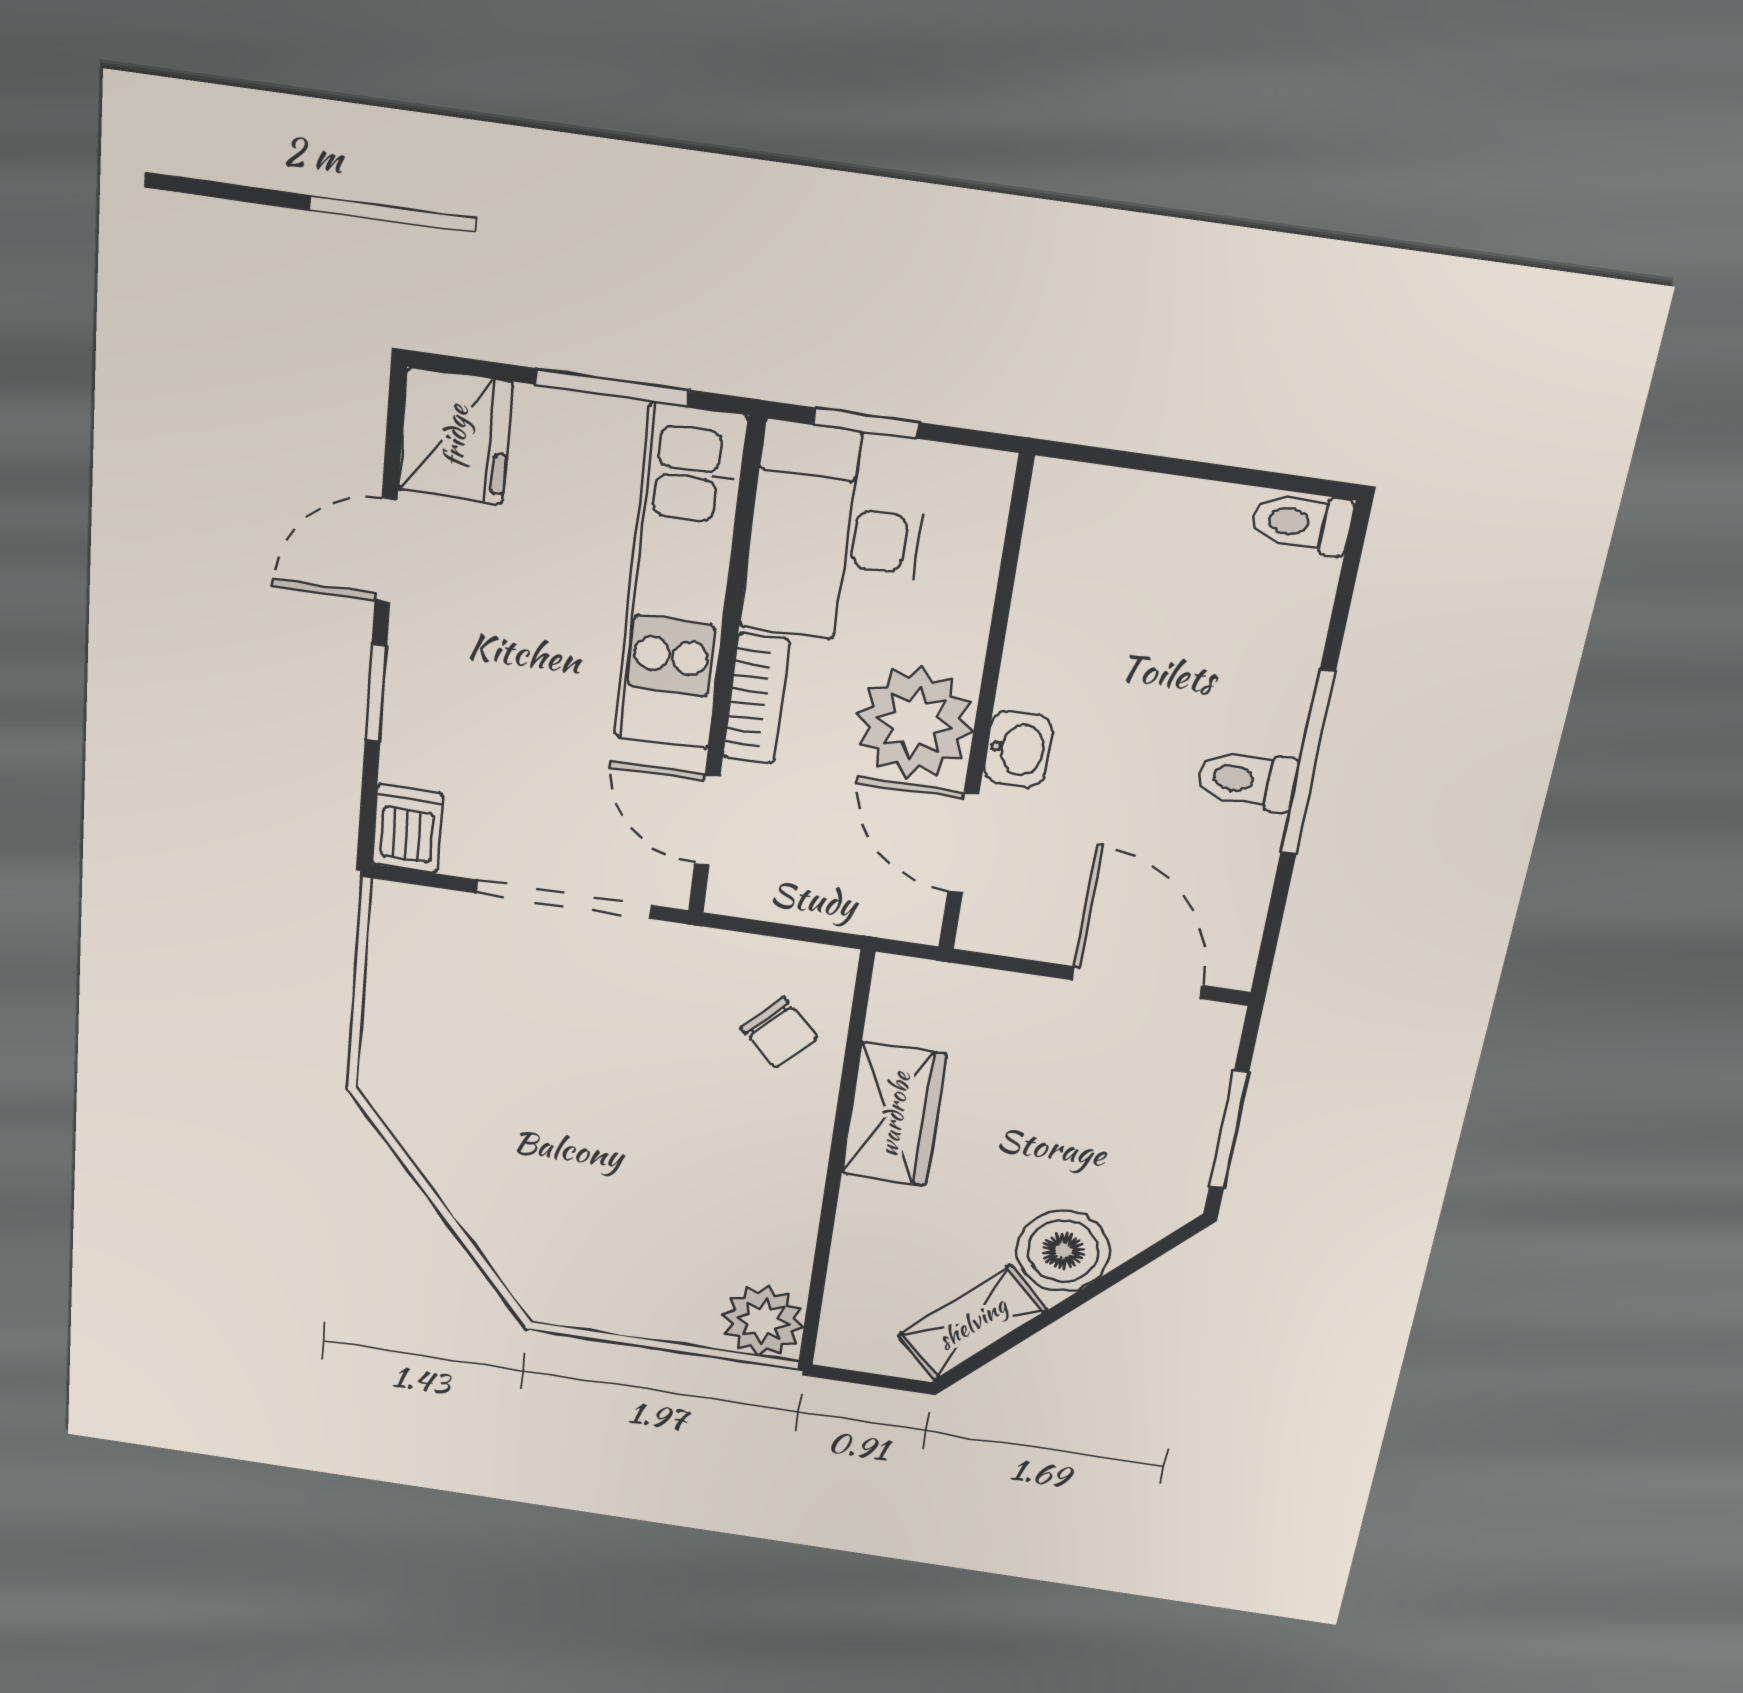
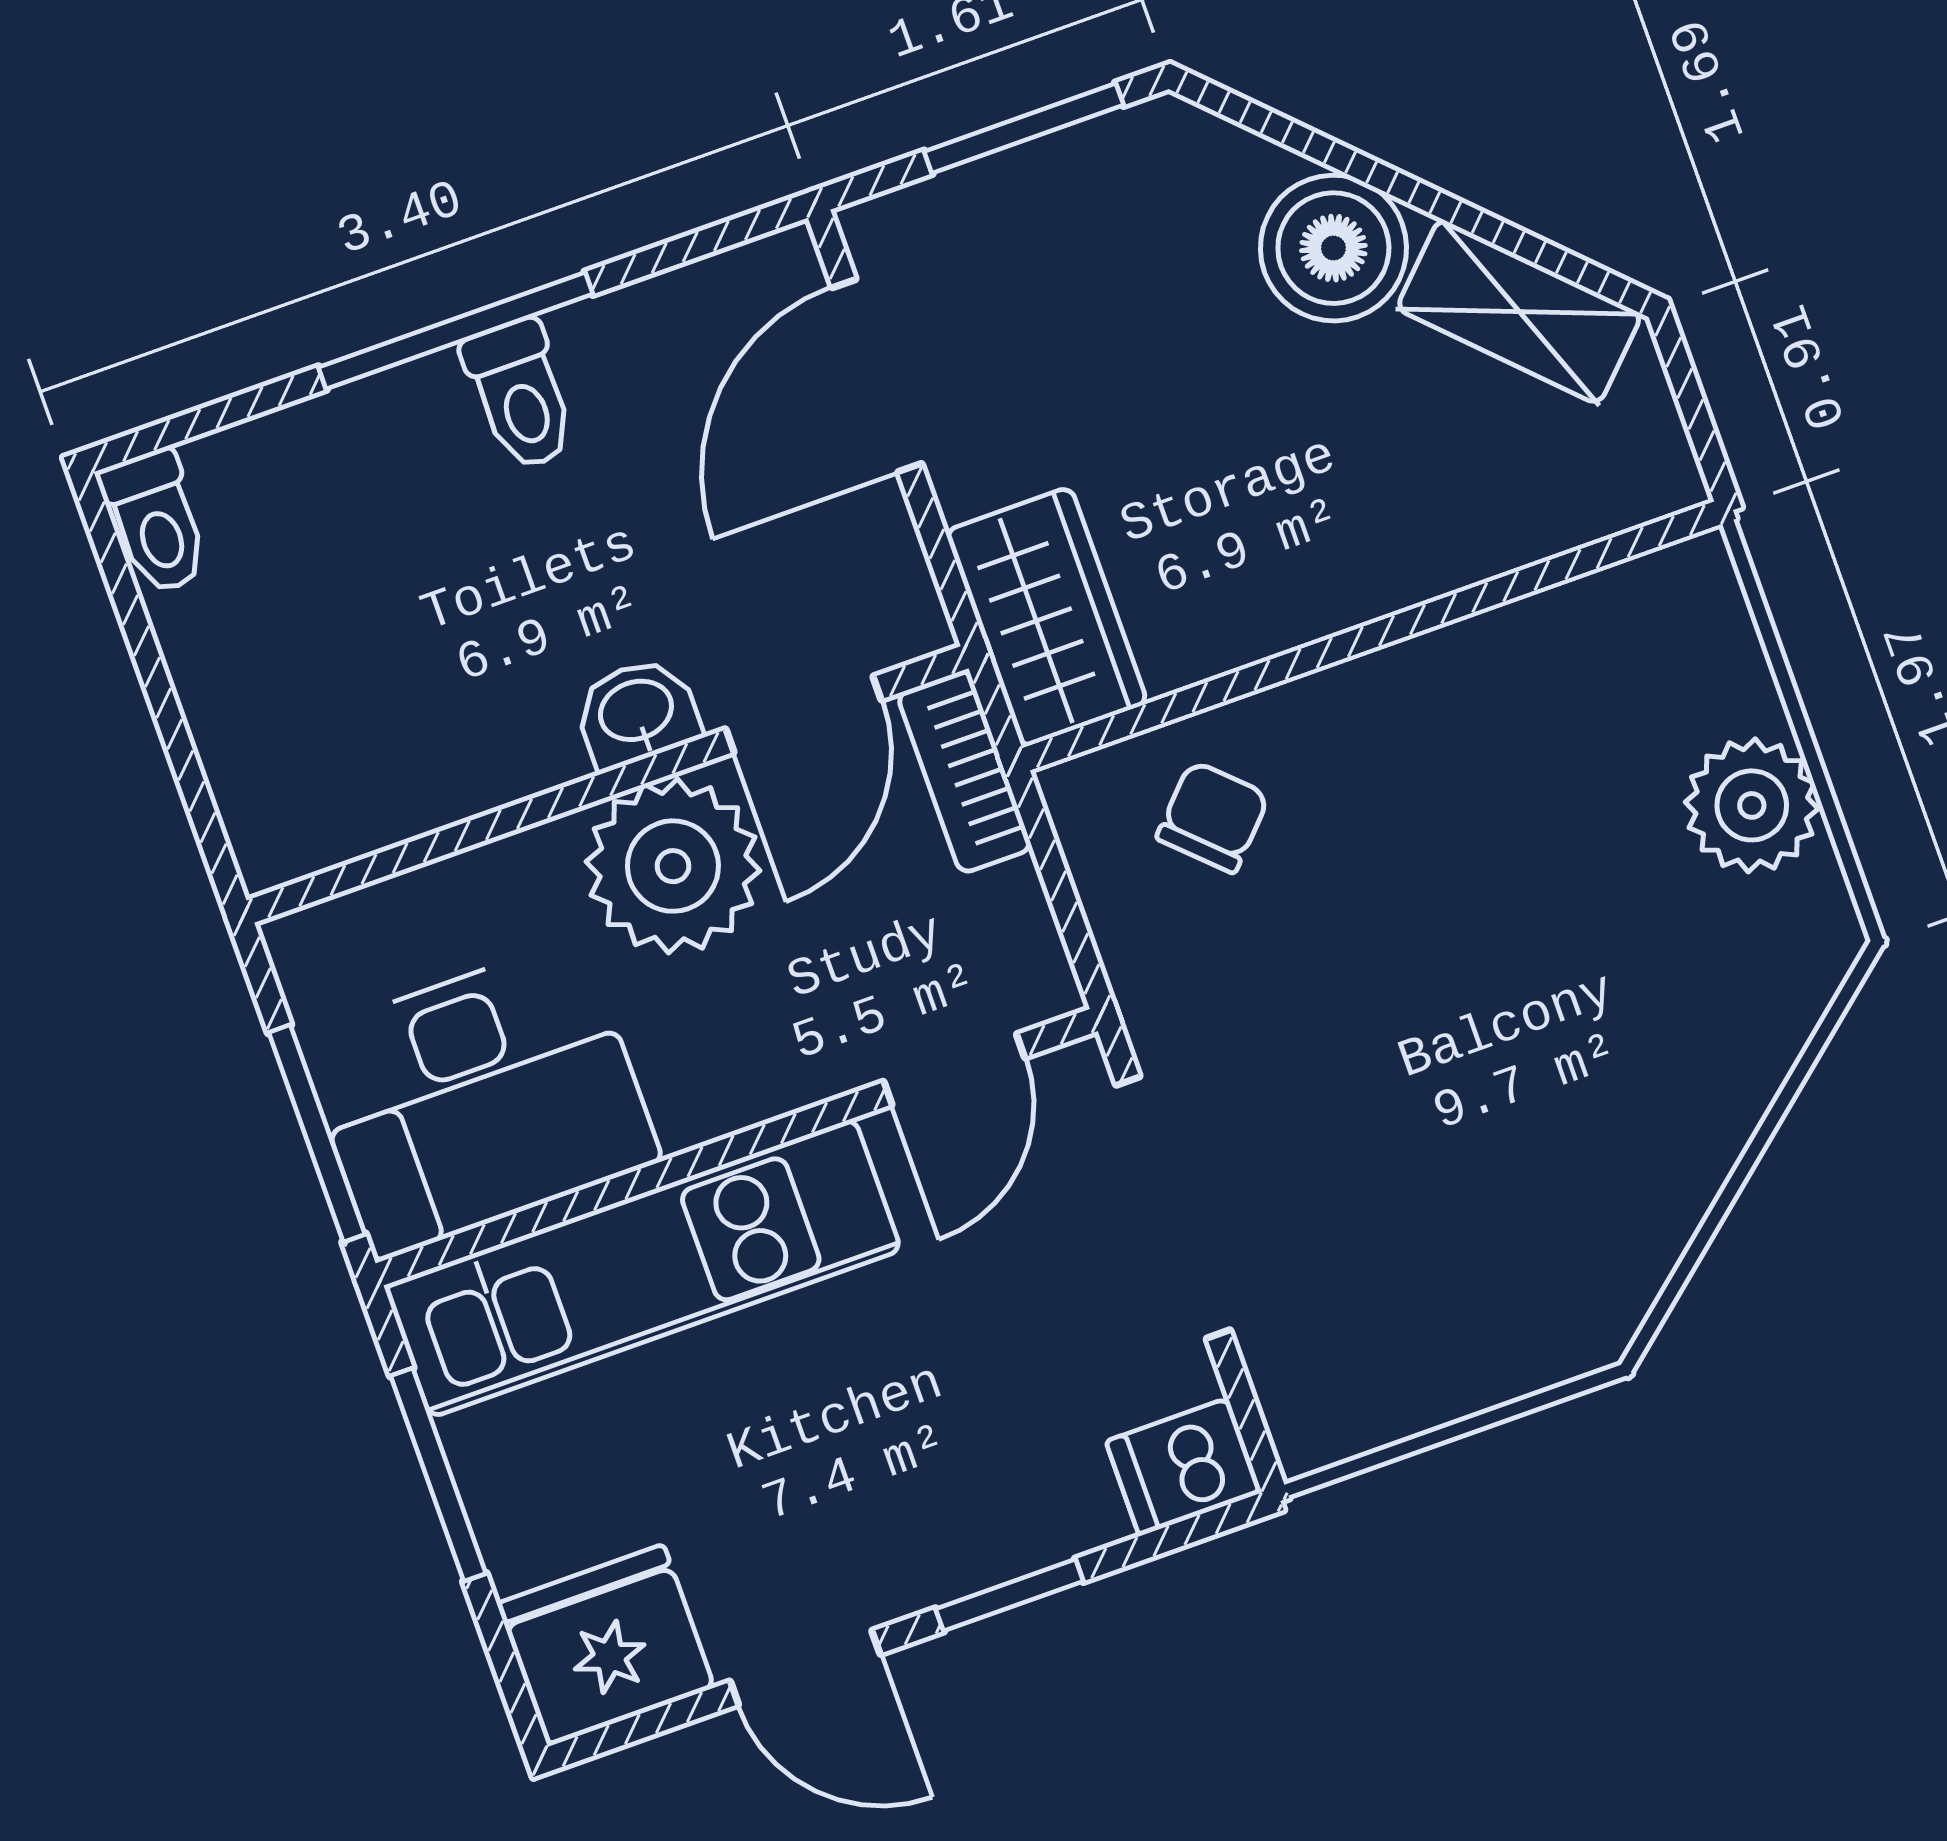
window: (866, 423) -> (317, 1133), width x1.50
bookcase: (756, 699) -> (965, 771), moved, turned -90
wardrobe: (894, 1114) -> (1046, 617), moved, turned 90
plant: (763, 1321) -> (1752, 805), moved

